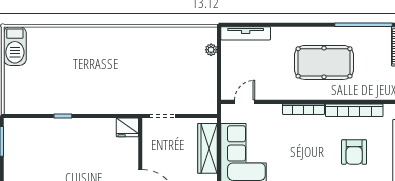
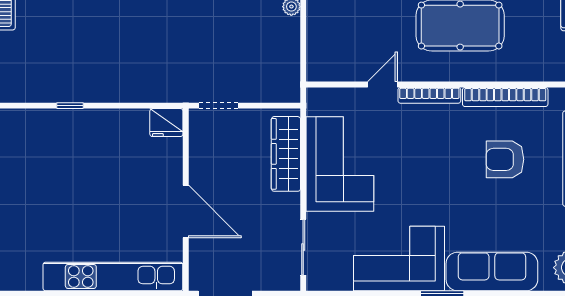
door: (245, 102) -> (382, 84), moved
armchair: (354, 152) -> (505, 159), turned 90

